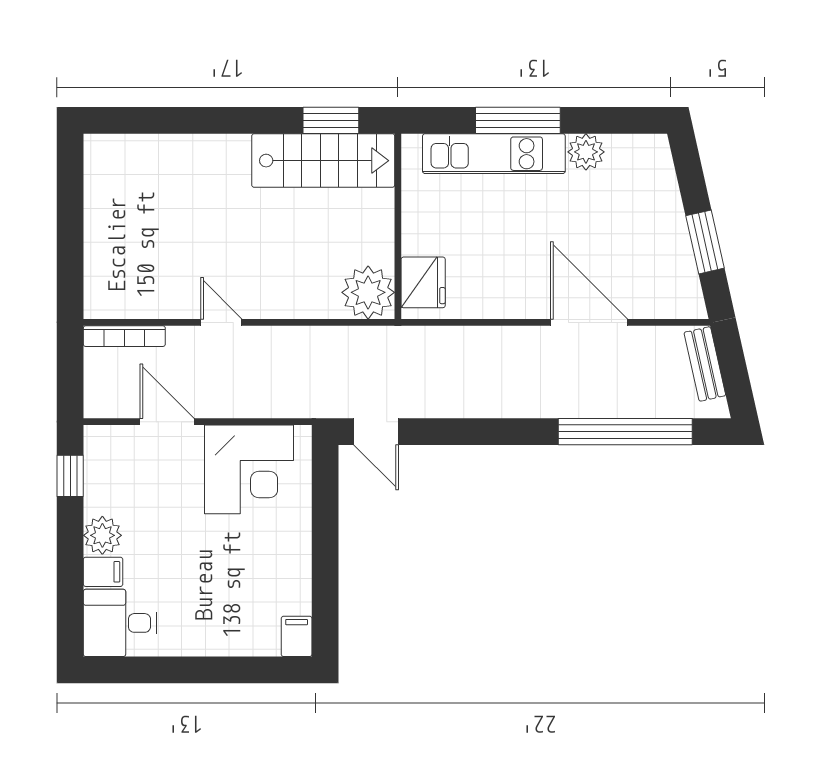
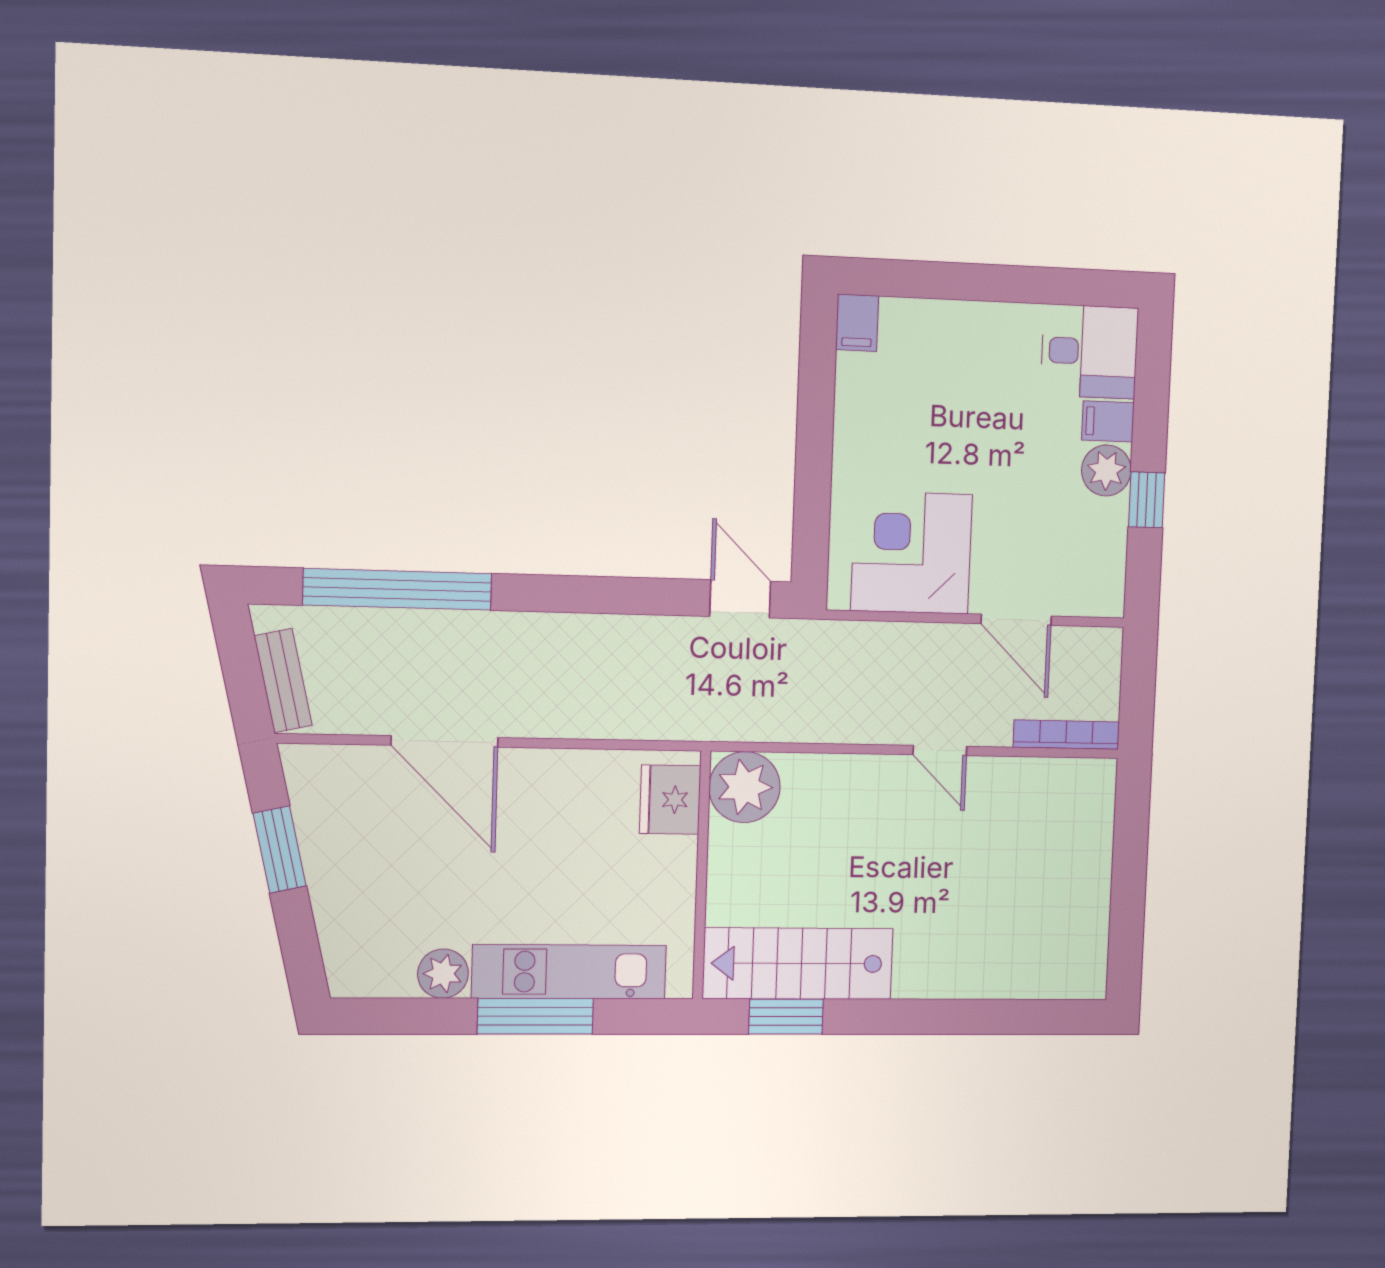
window: (70, 476) -> (1147, 500), moved

